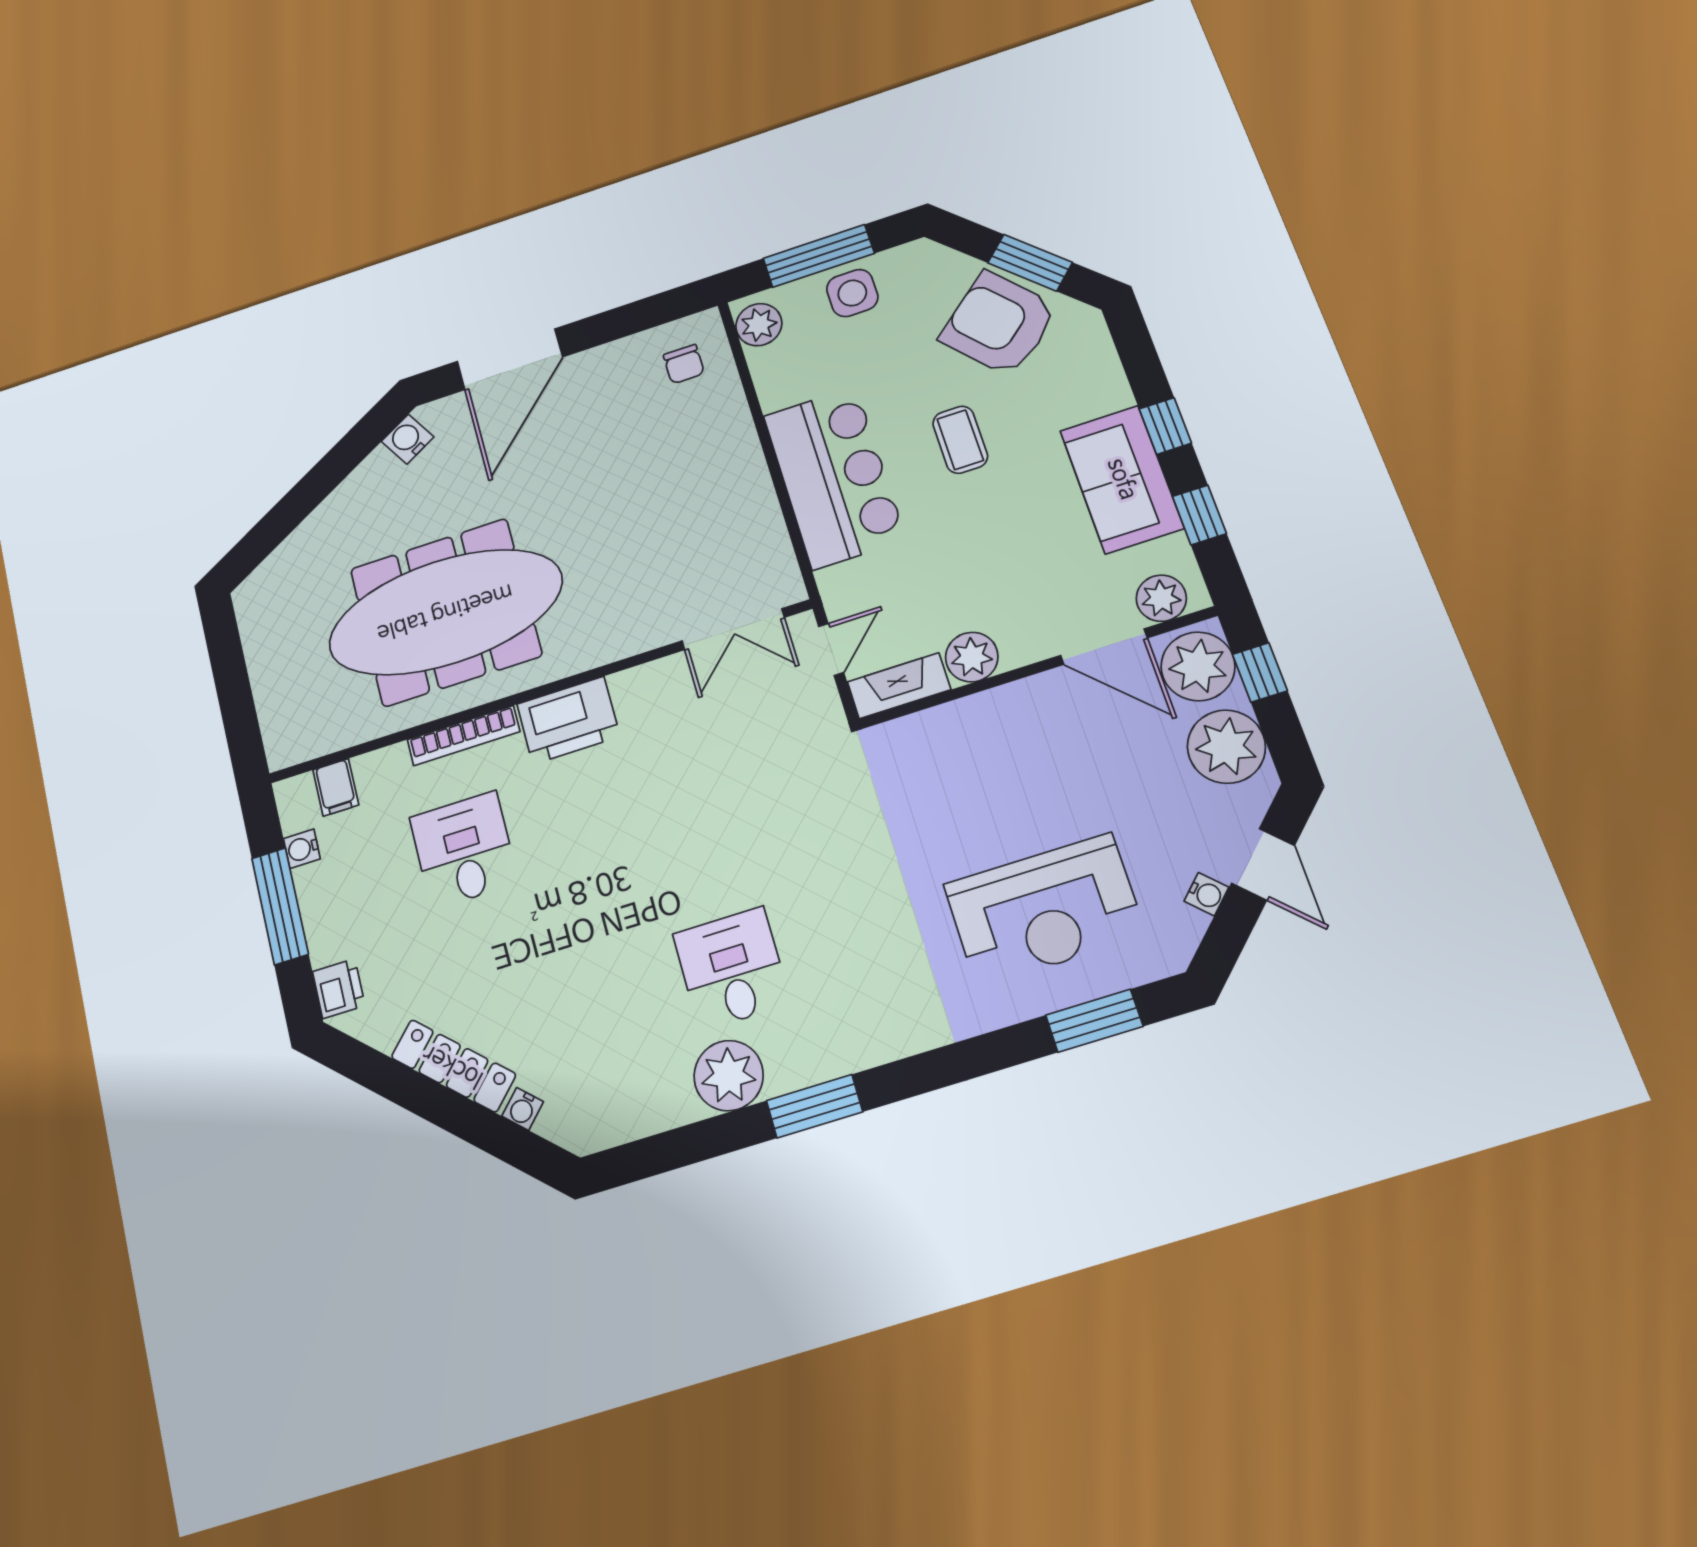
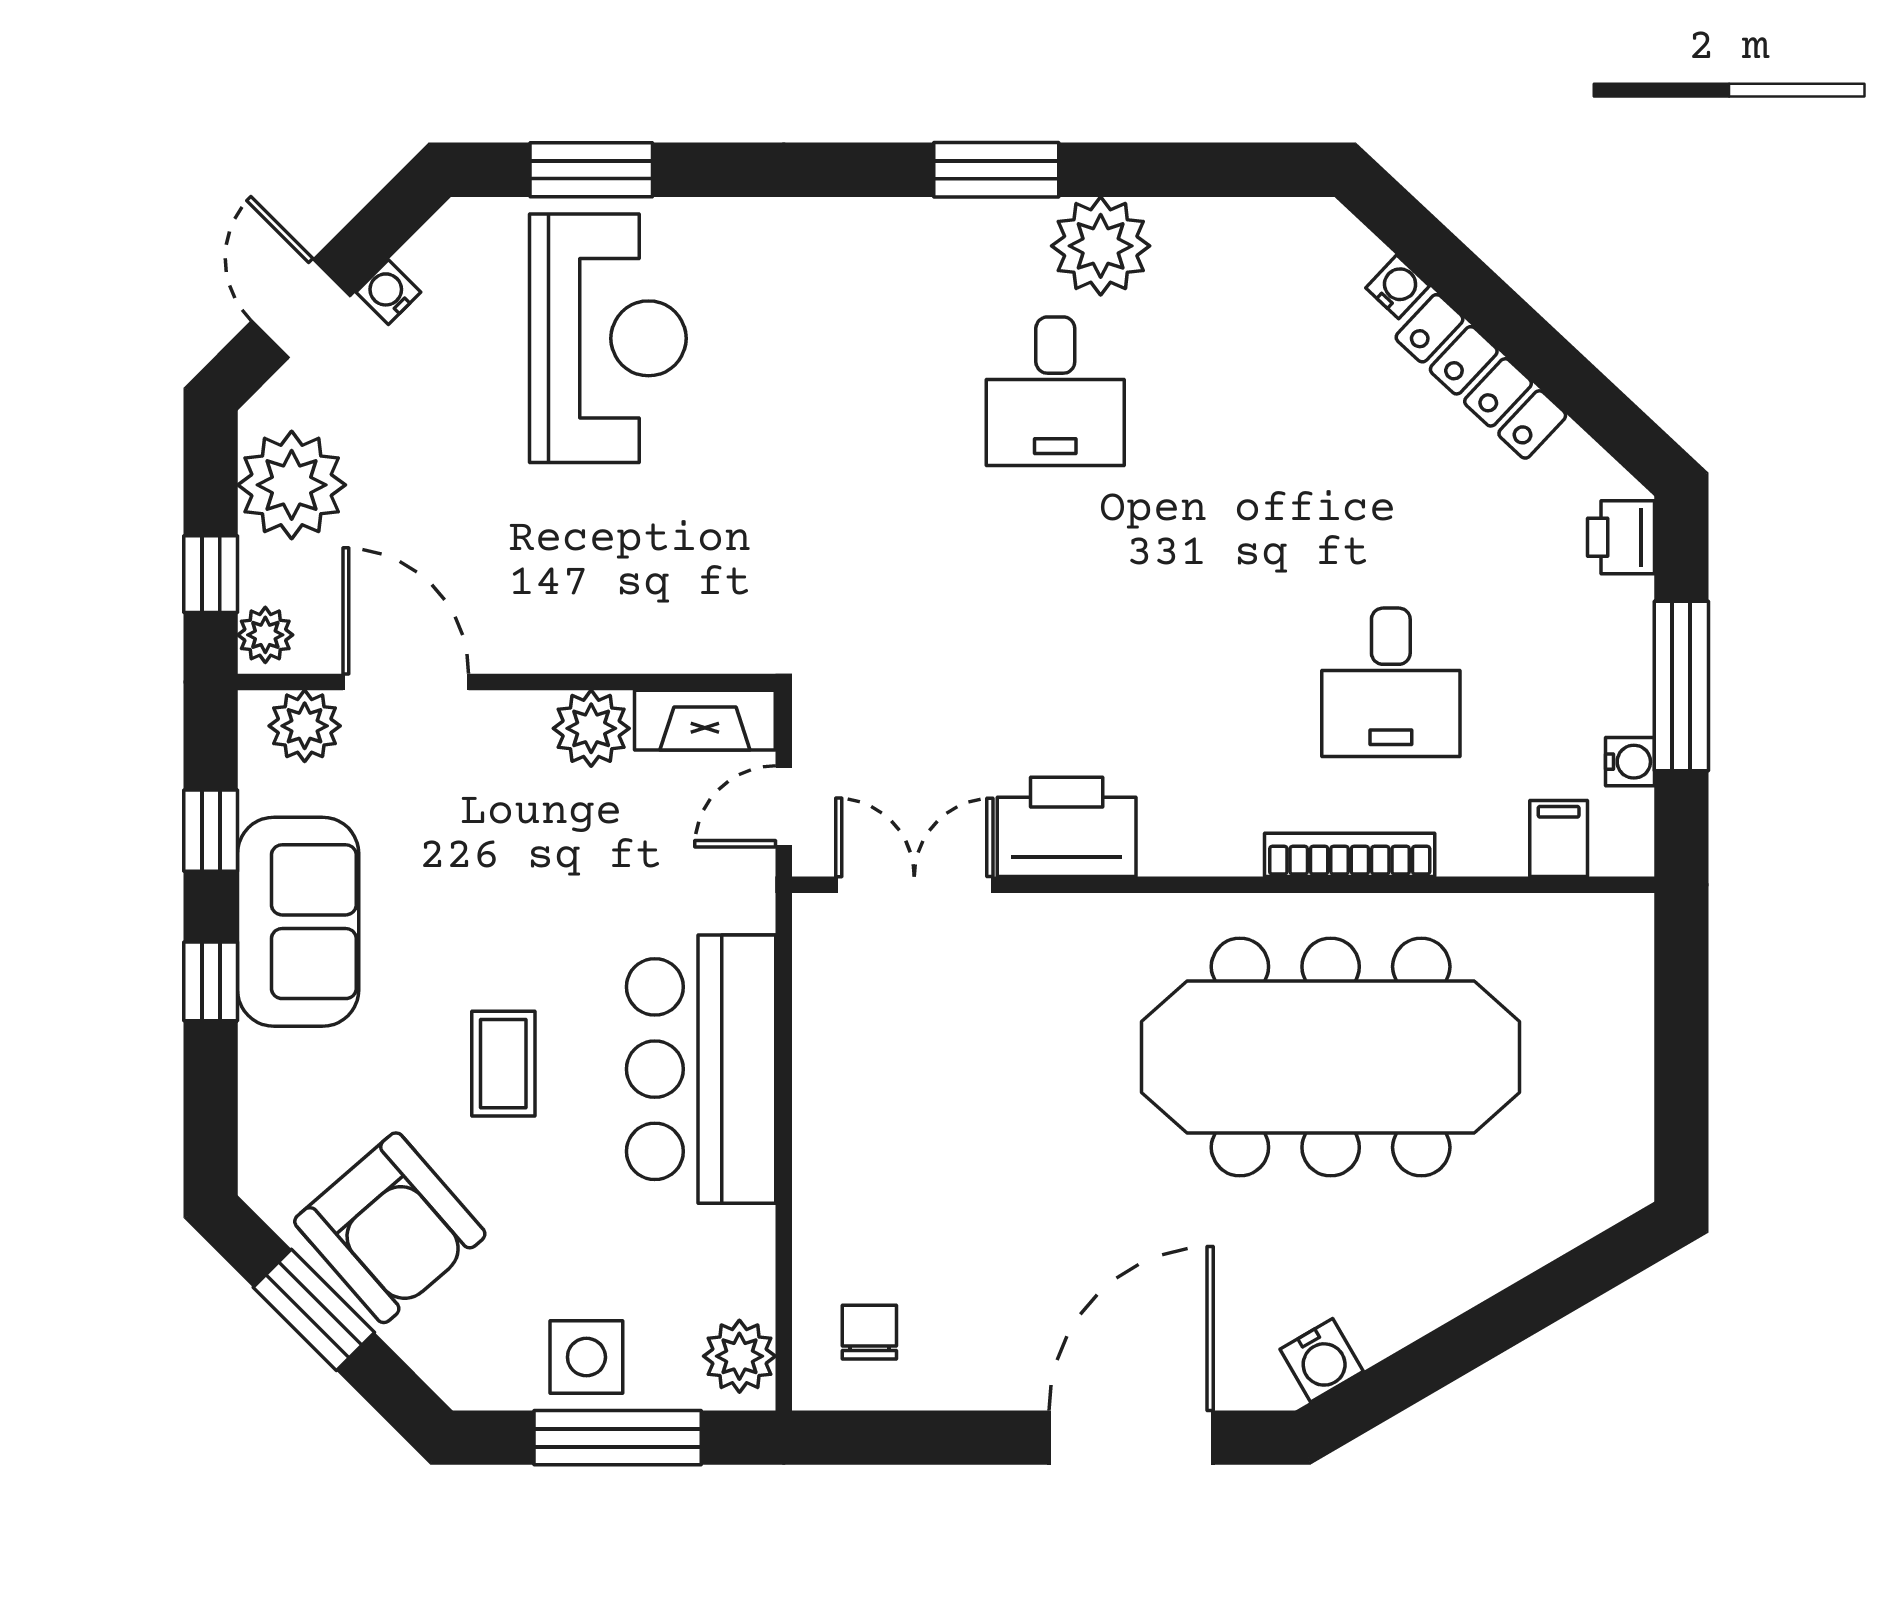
plant: (1198, 666) -> (265, 635), width x0.53, depth x0.53
printer: (568, 720) -> (1067, 827), moved
reception desk: (1044, 910) -> (608, 338), turned 90

